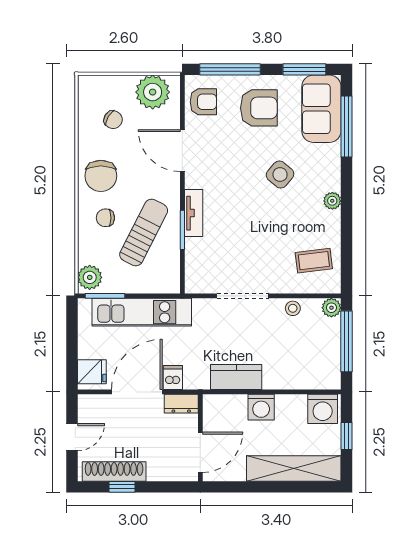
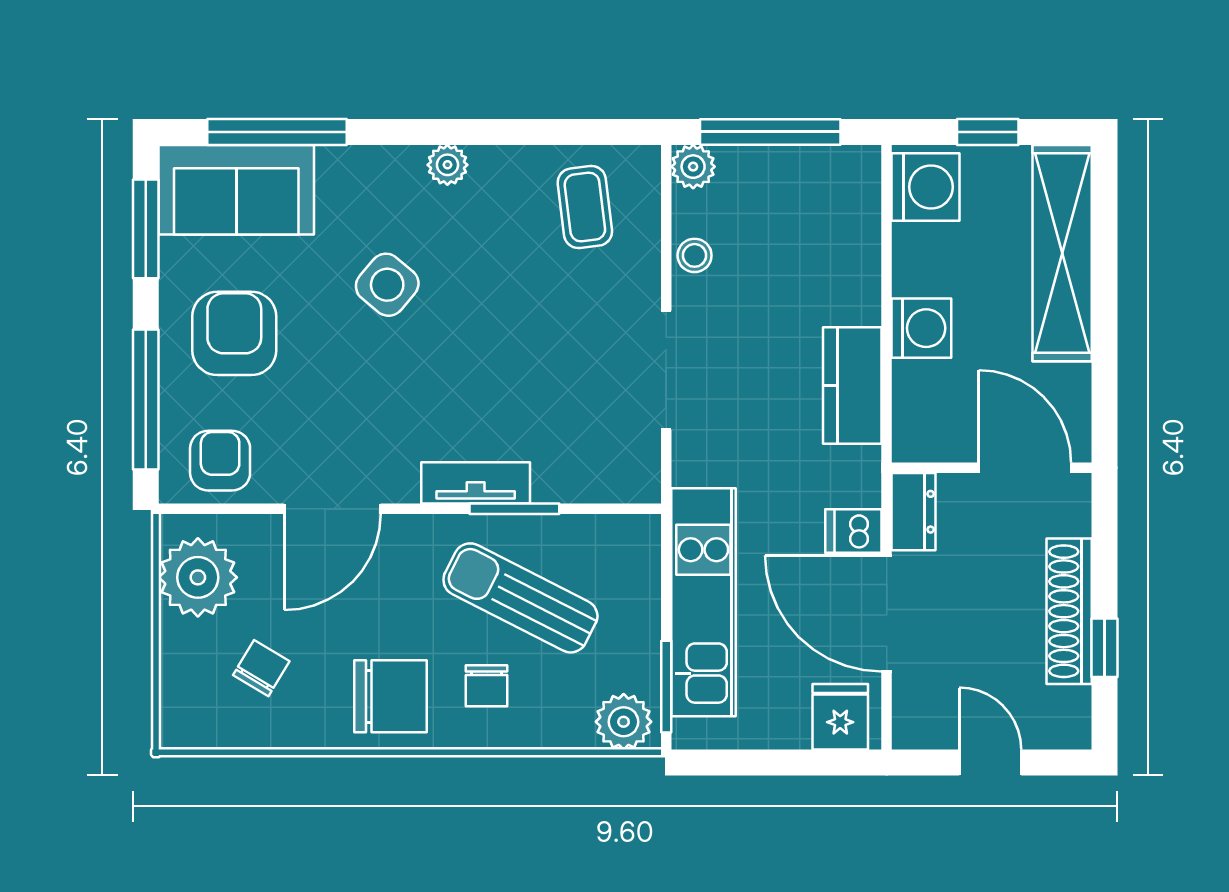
shoe rack: (114, 471) -> (1069, 611), moved

